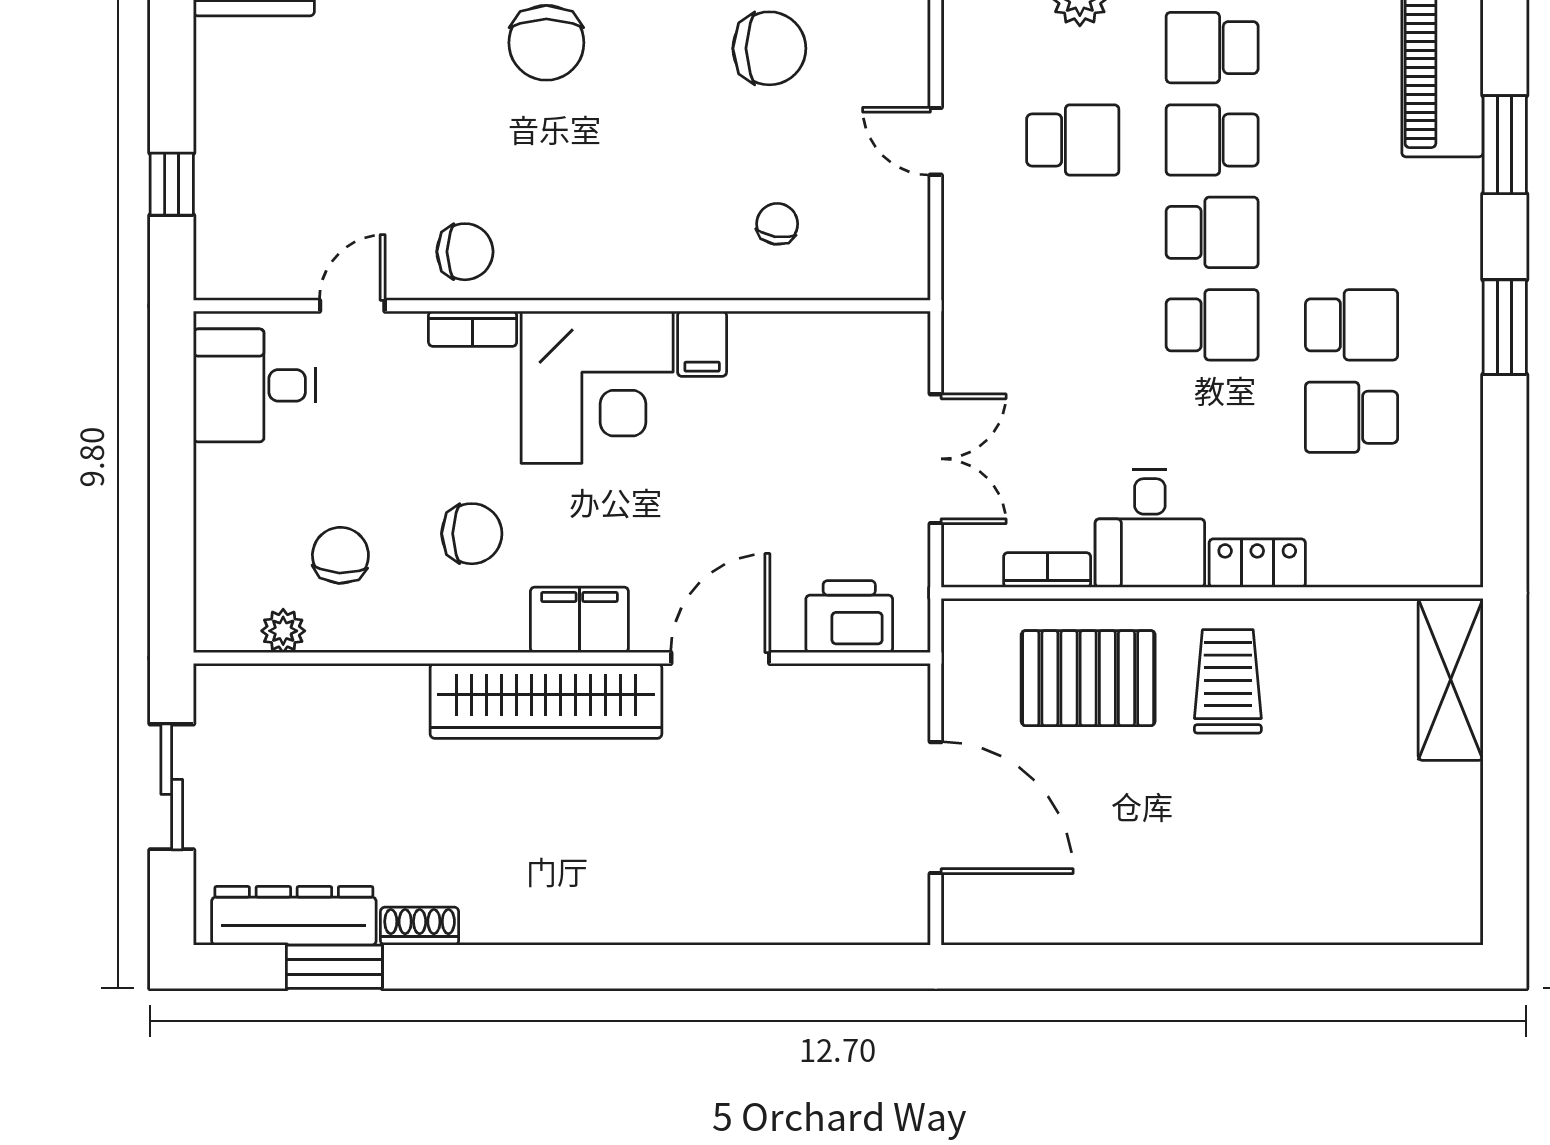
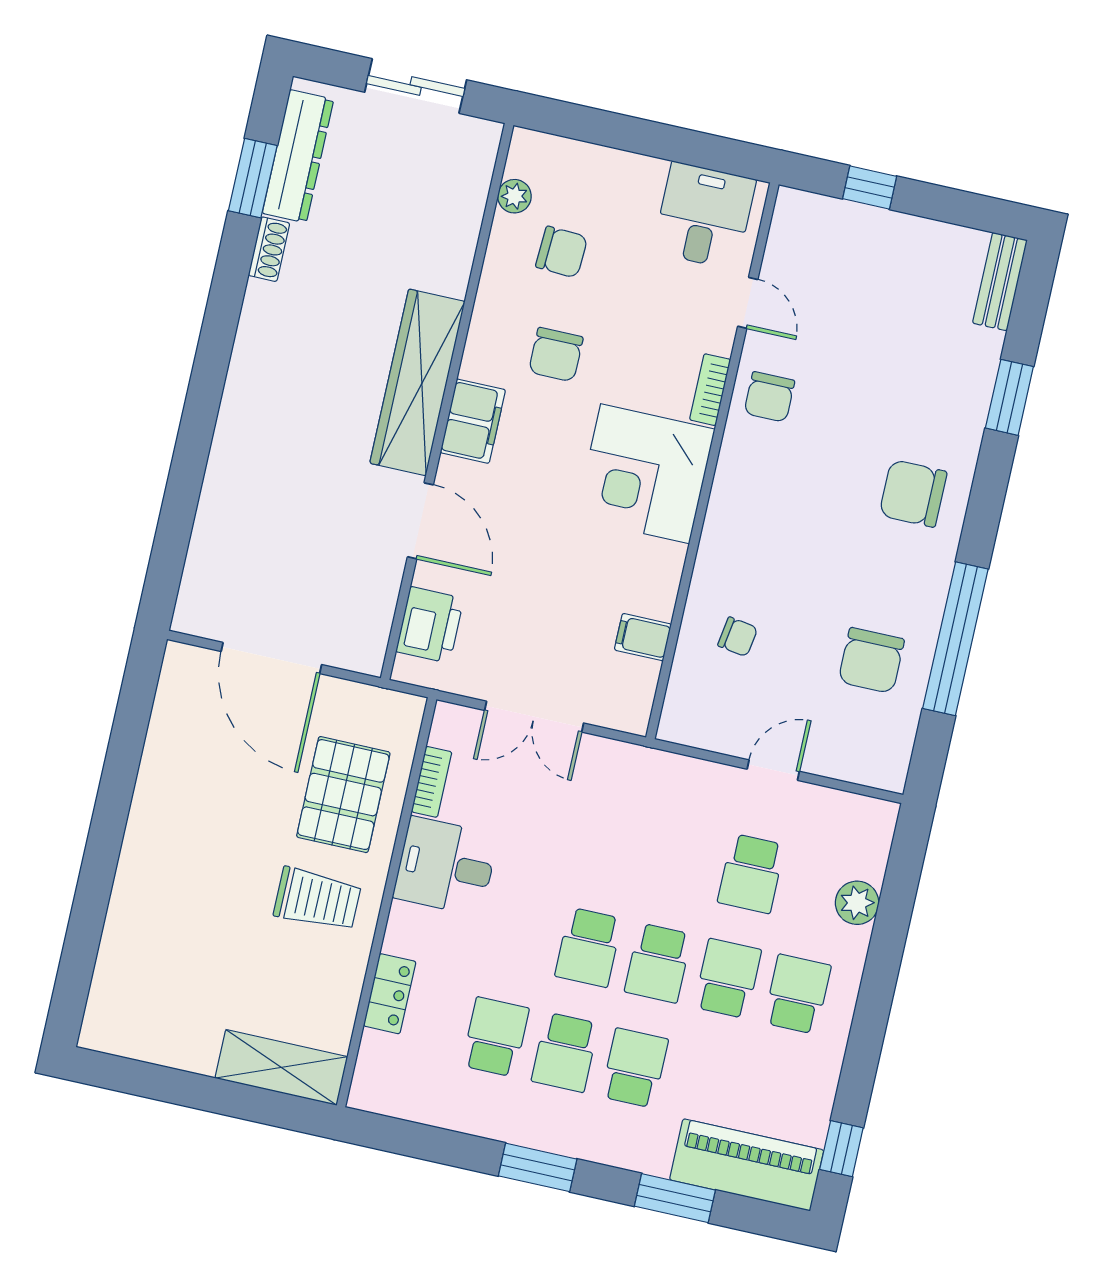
school desk: (1352, 232) -> (635, 1068), added
filing cabinet: (702, 344) -> (643, 637), moved
locker: (1257, 563) -> (390, 994), moved
door: (936, 808) -> (271, 658), hinge flipped

